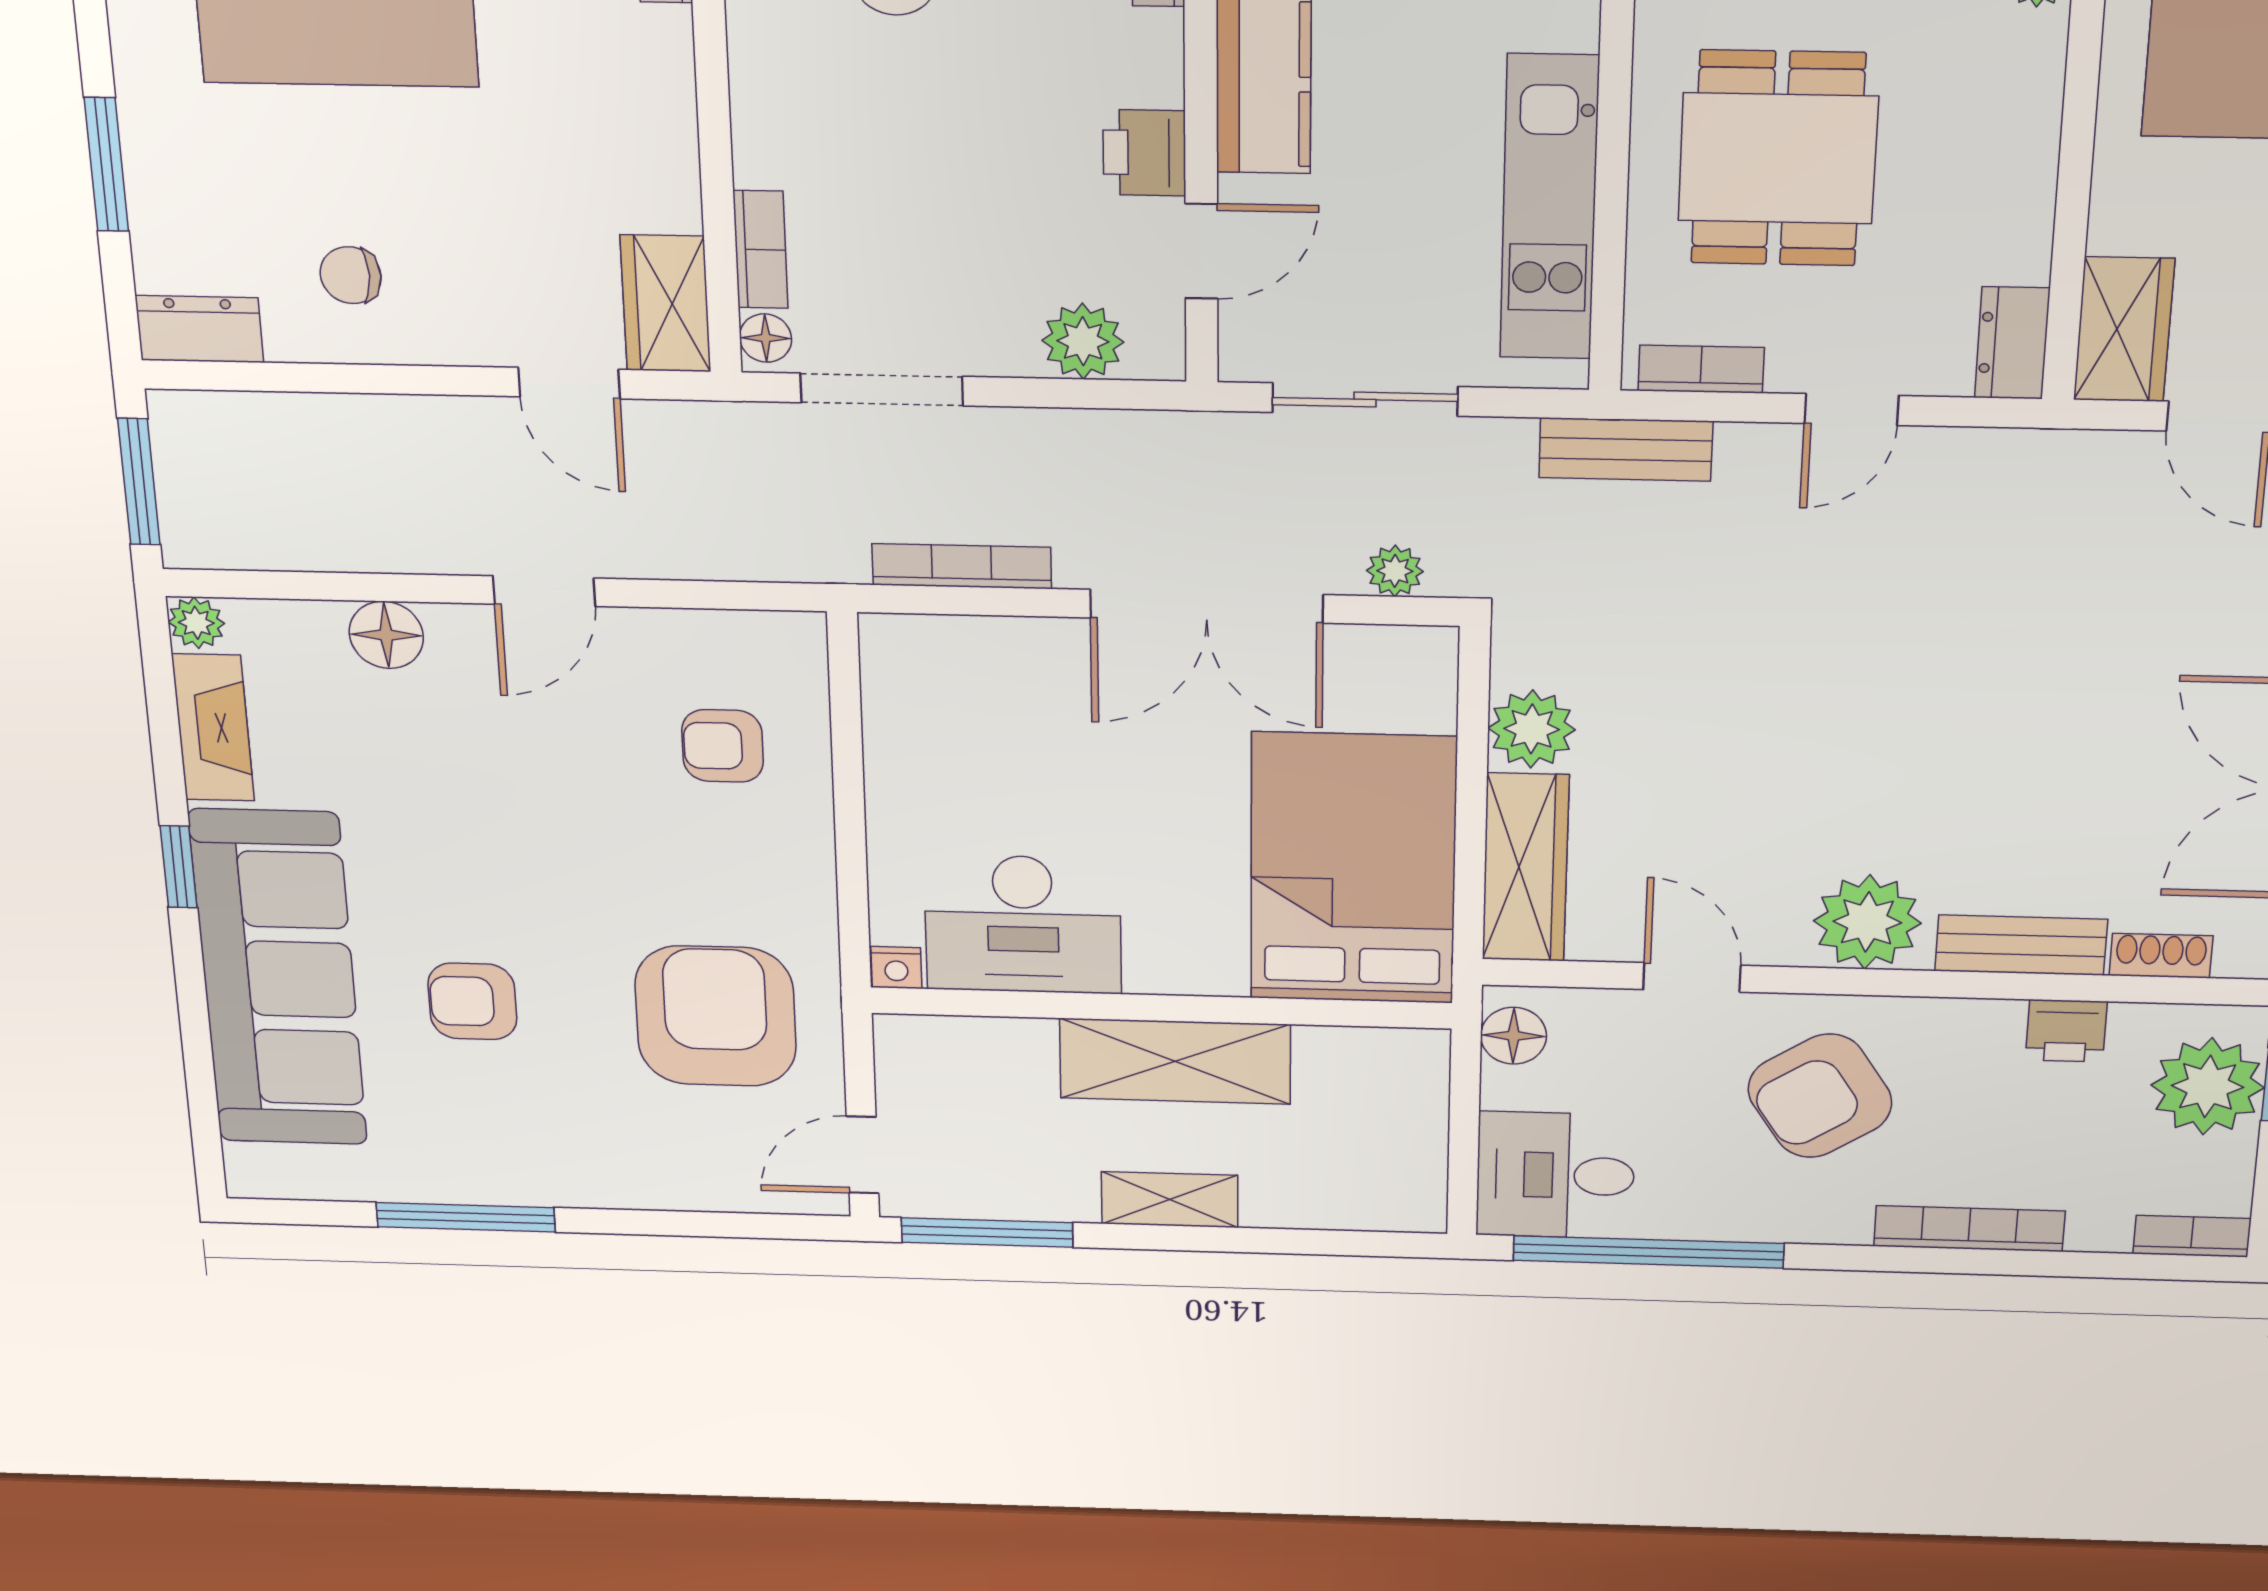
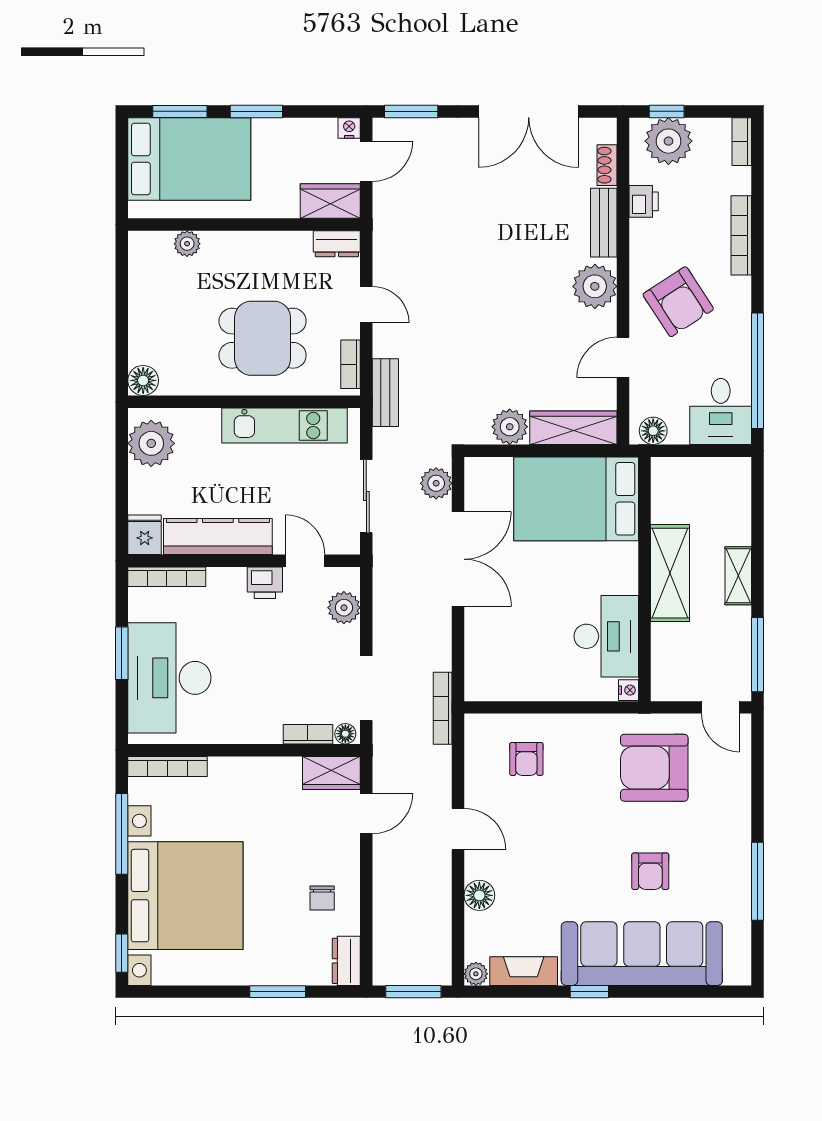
bookcase: (962, 566) -> (443, 708), moved
plant: (1395, 571) -> (436, 483), width x1.38, depth x1.38

